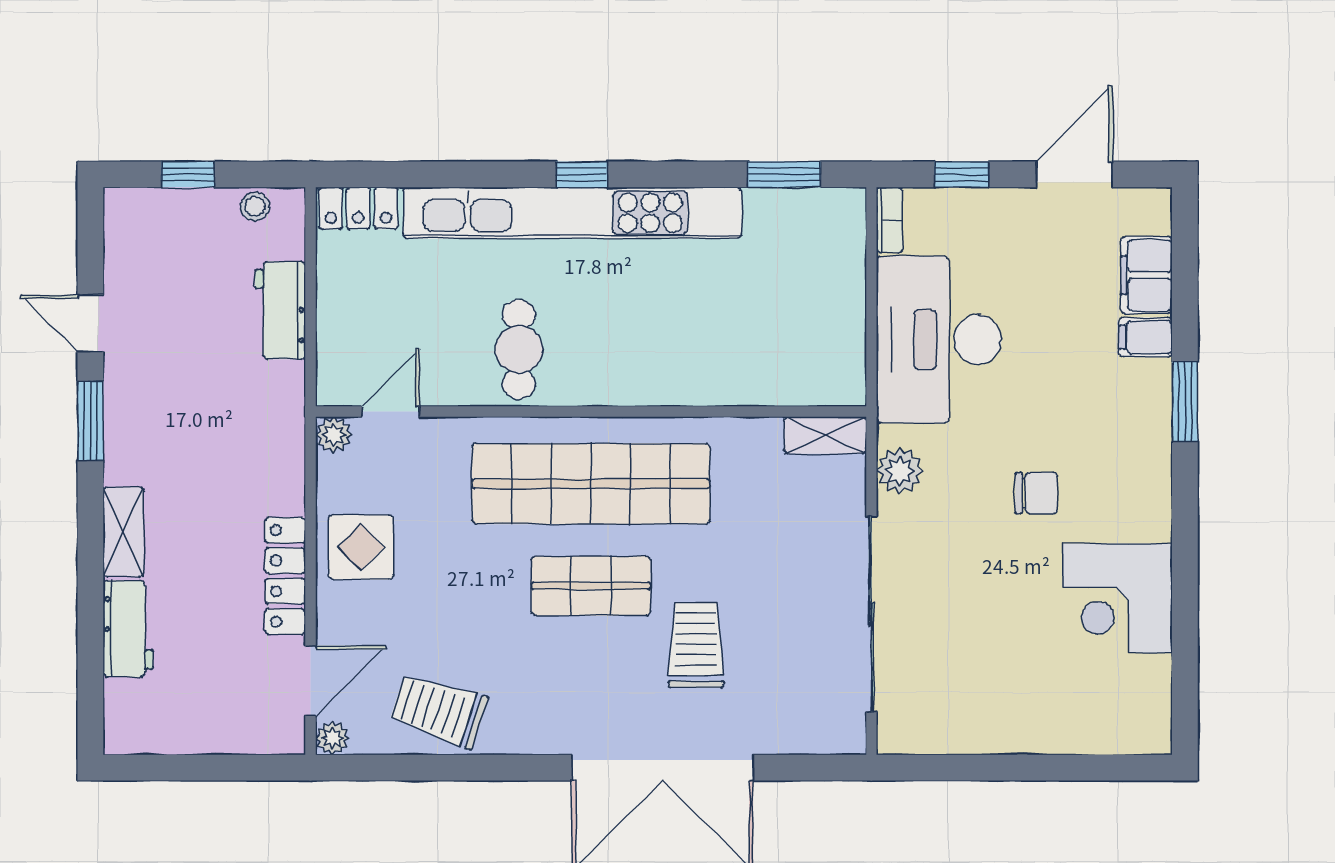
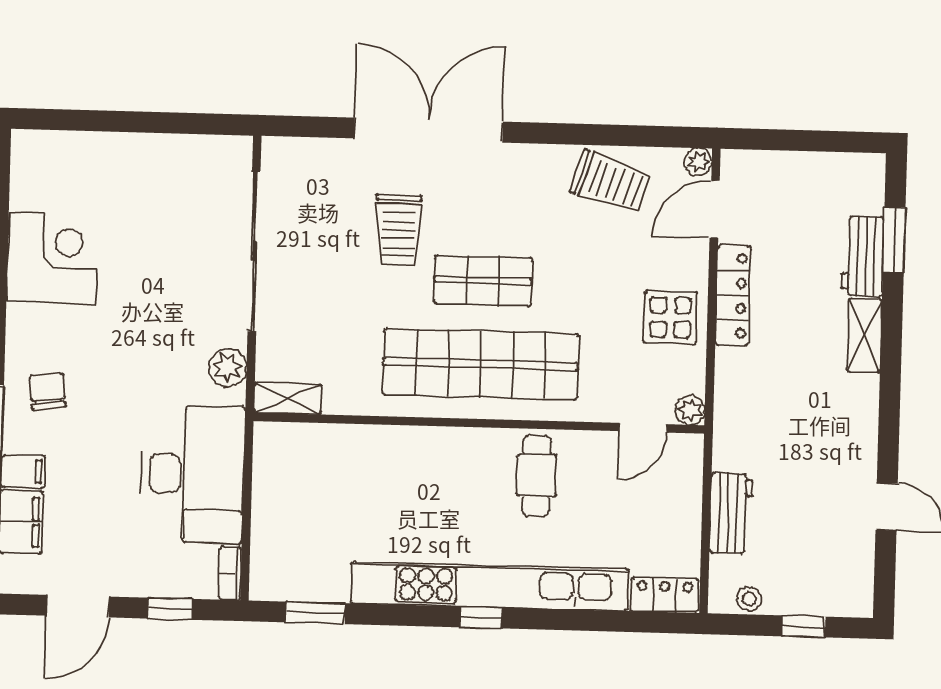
window: (90, 421) -> (894, 240), moved
chair: (1036, 493) -> (47, 391), moved, turned 84

